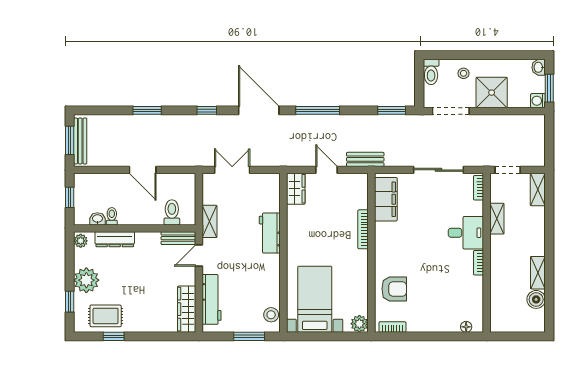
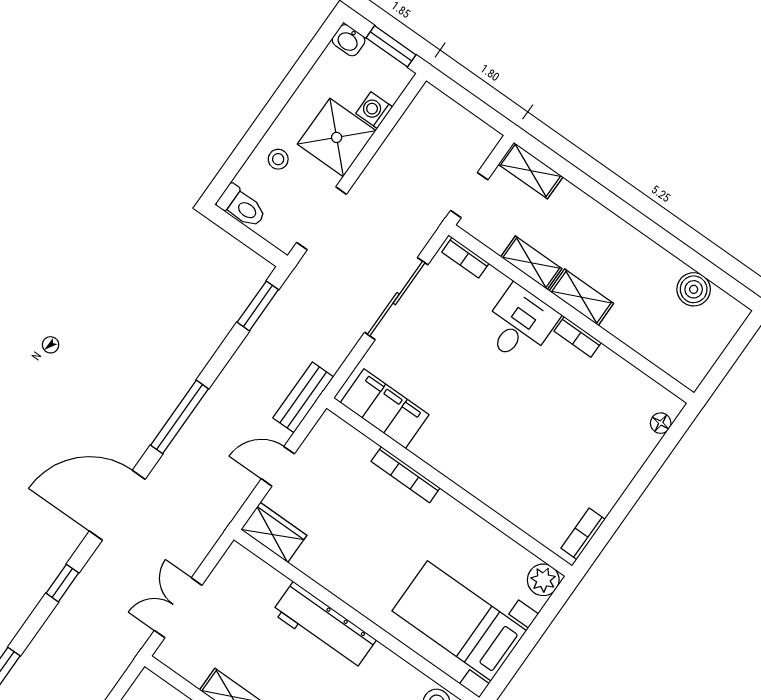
washing machine: (538, 101) -> (374, 110), moved, turned 90
workbench: (270, 233) -> (324, 626), width x1.37
shelving: (538, 273) -> (581, 297), moved
armchair: (394, 289) -> (528, 491), removed

